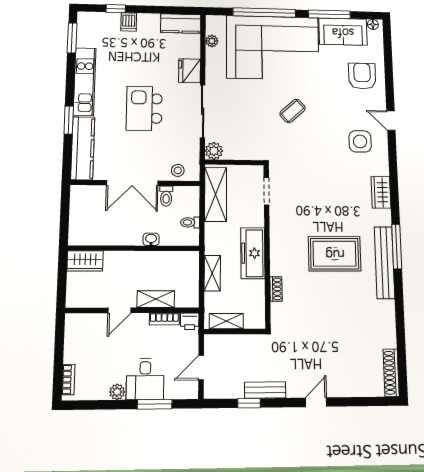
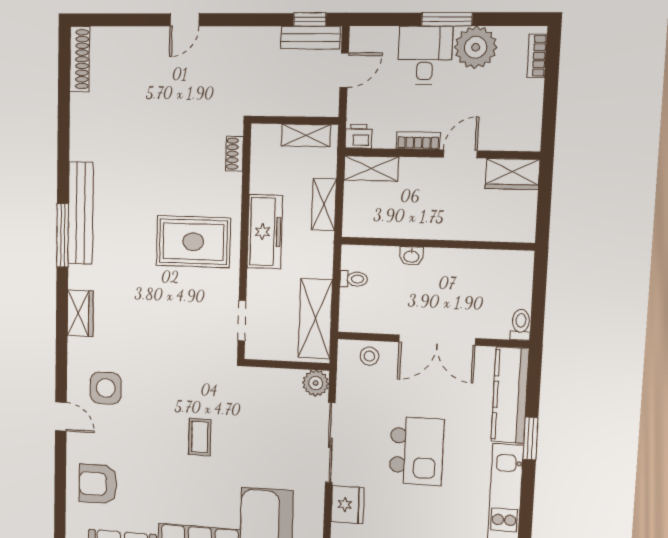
armchair: (362, 76) -> (98, 484), turned 90
coffee table: (293, 111) -> (200, 437), turned -48
double door: (132, 183) -> (437, 340), swing flipped
toilet: (166, 196) -> (521, 325), moved
rug: (335, 254) -> (193, 242), moved
wardrobe: (85, 261) -> (512, 174), moved, turned 180
shoe rack: (276, 289) -> (235, 154), moved
shelving: (156, 299) -> (371, 168), moved
bookcase: (164, 319) -> (418, 141), moved
bench: (265, 390) -> (310, 38), moved
plant: (117, 392) -> (476, 47), width x1.88, depth x1.88
window: (249, 403) -> (310, 19), moved
window: (155, 404) -> (447, 19), moved

